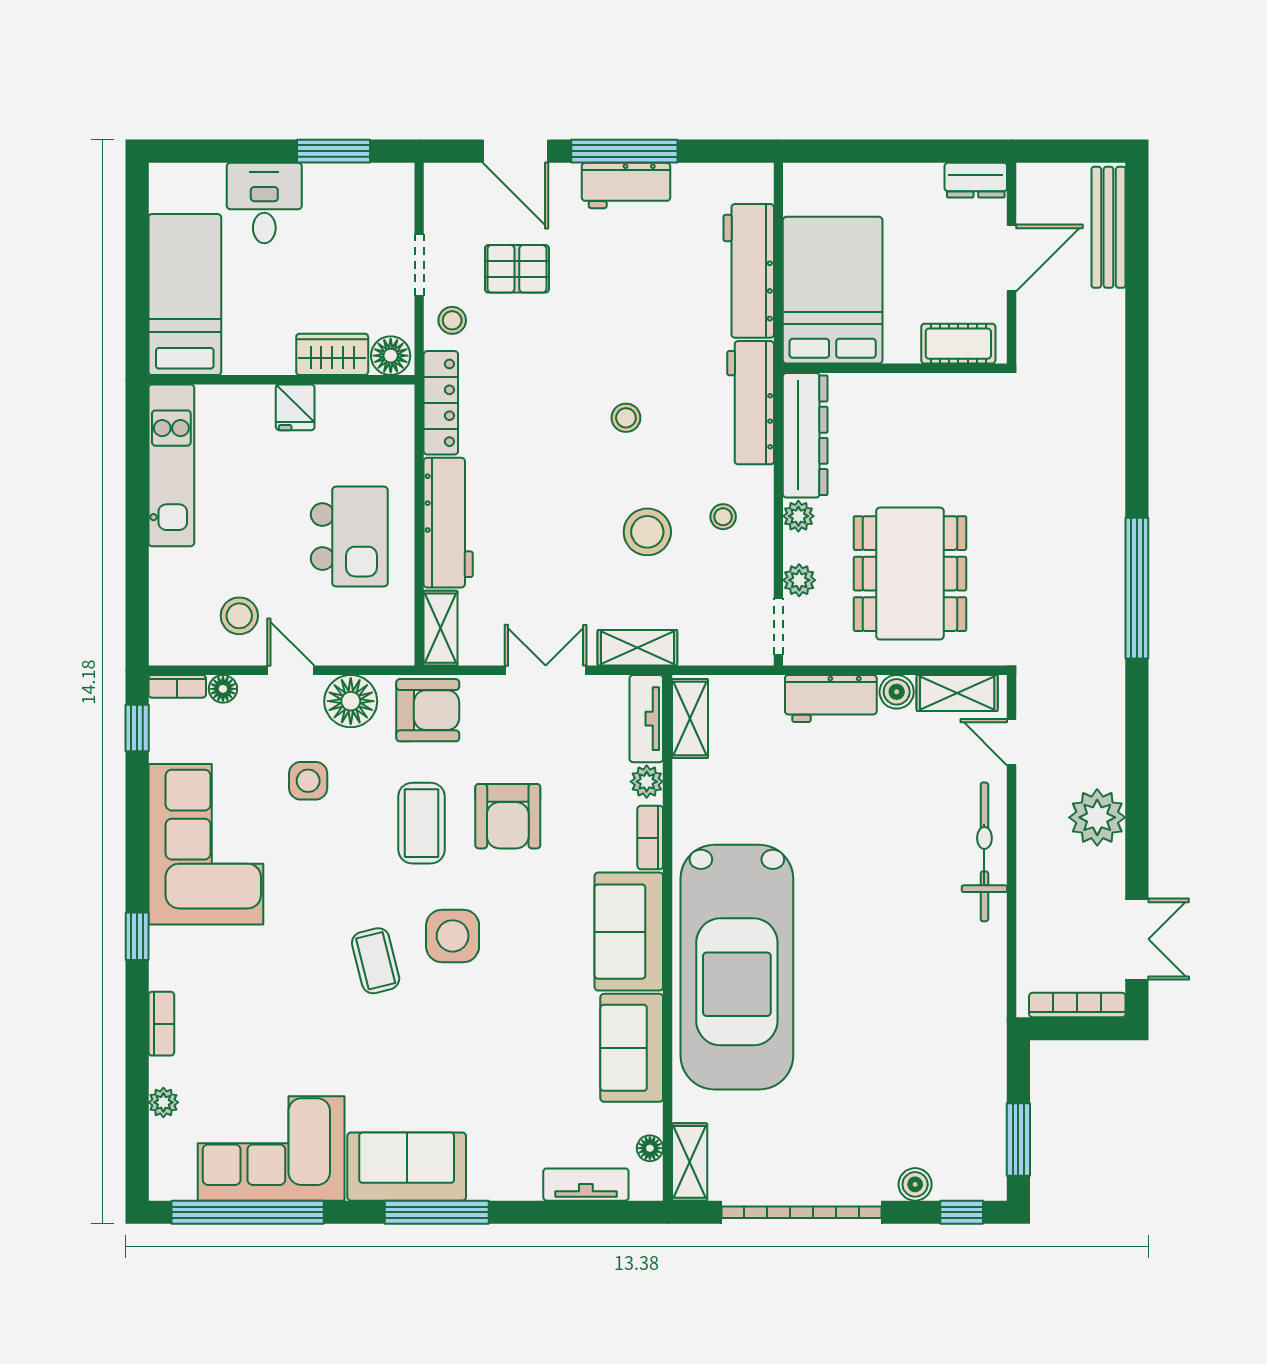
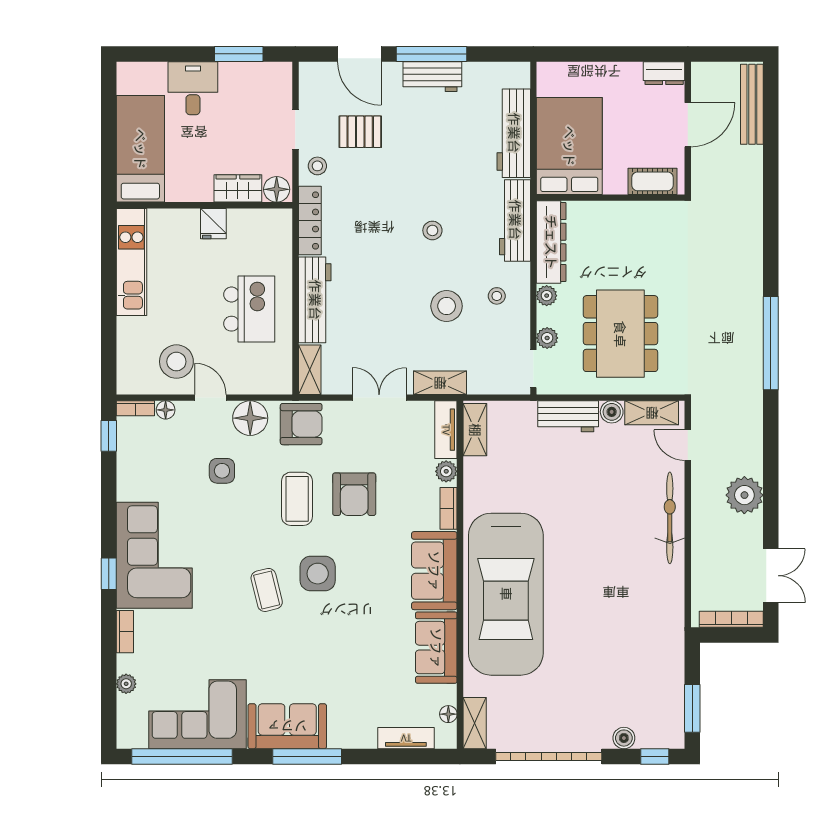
stool: (239, 616) -> (176, 362), width x1.38, depth x1.38
corner sofa: (206, 844) -> (154, 555), moved

